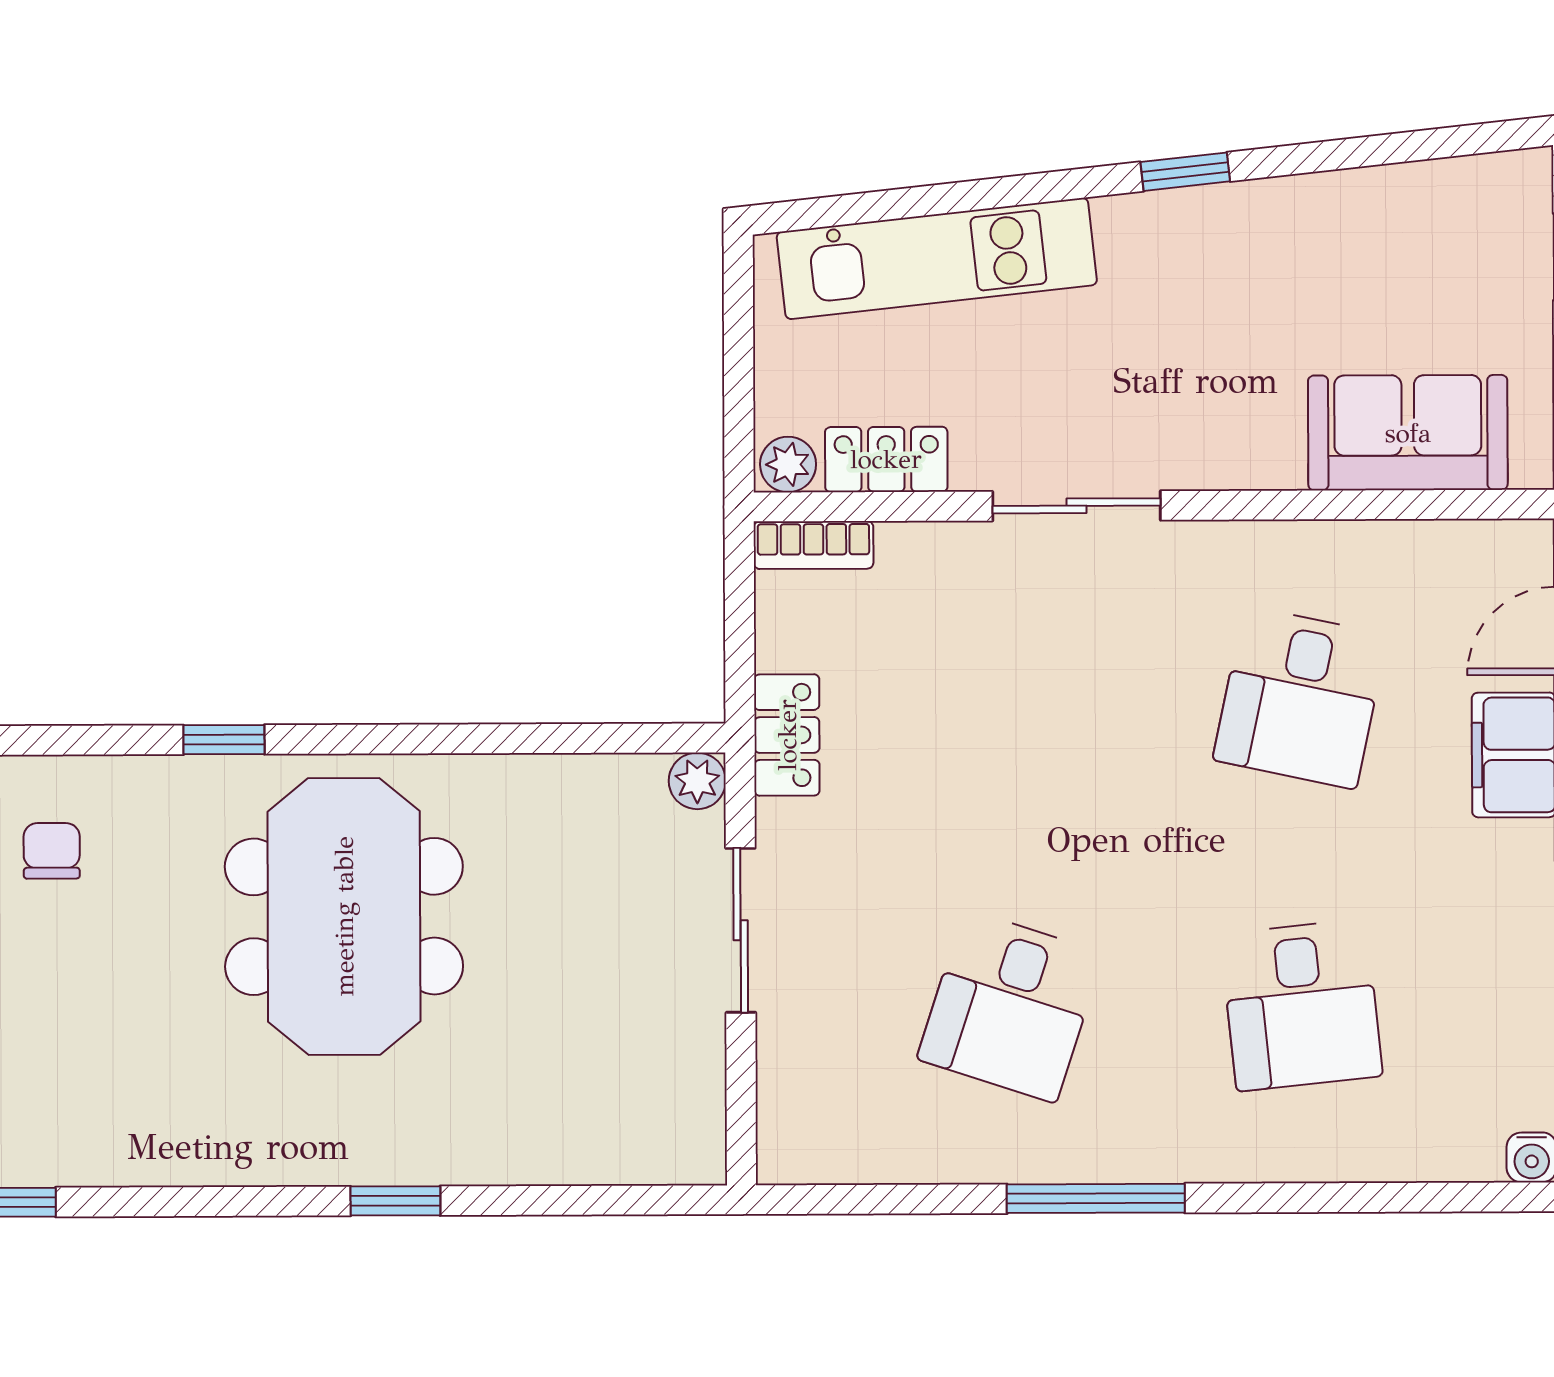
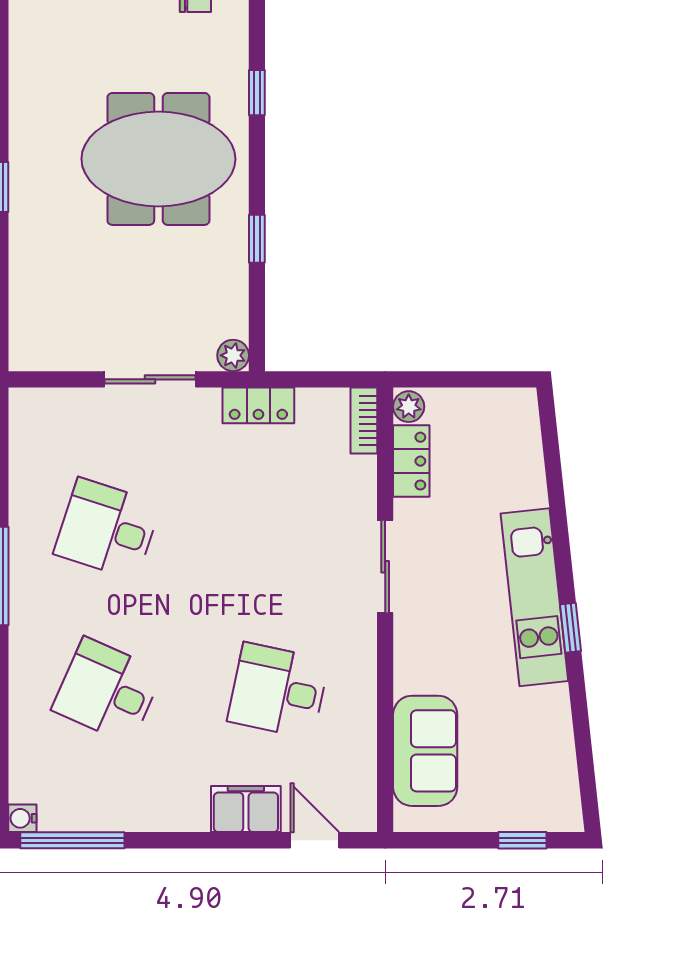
kitchen unit: (937, 259) -> (534, 597), moved
window: (487, 739) -> (257, 239), added
desk: (1301, 1005) -> (107, 691), turned 30

